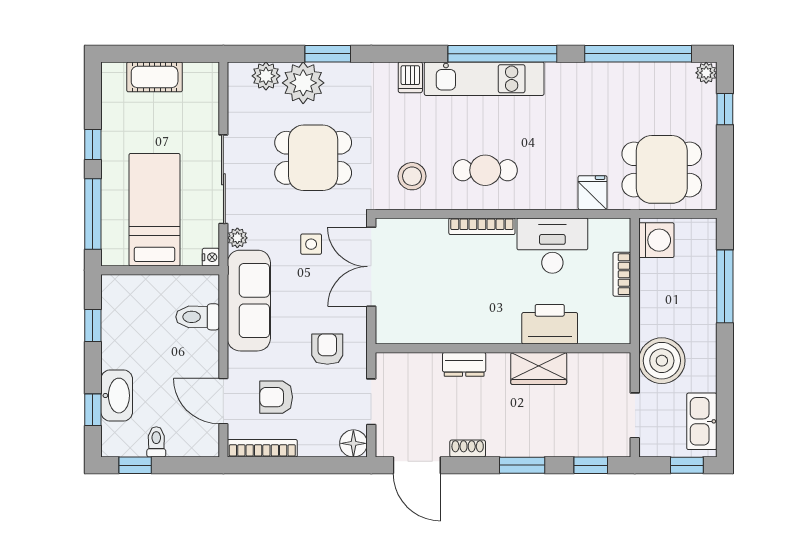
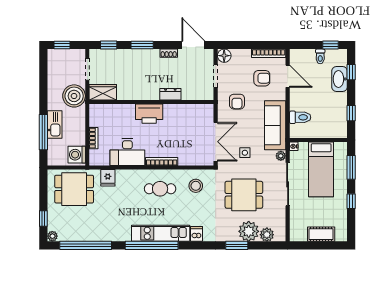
window: (93, 214) -> (351, 167), width x0.69
printer: (550, 324) -> (149, 114), moved
wardrobe: (539, 368) -> (103, 92), moved
kitchen sink: (702, 421) -> (55, 124), moved

